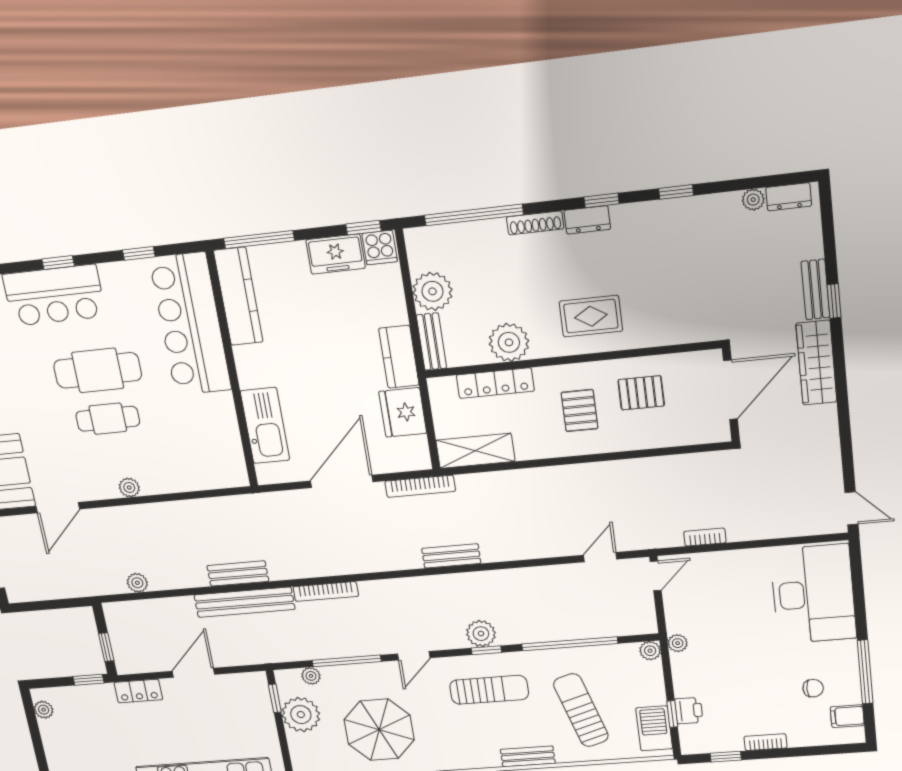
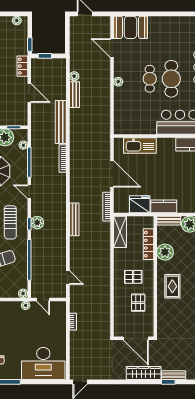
bench: (451, 556) -> (74, 219), width x1.36
bench: (238, 573) -> (74, 95), moved
door: (656, 576) -> (43, 300), moved

